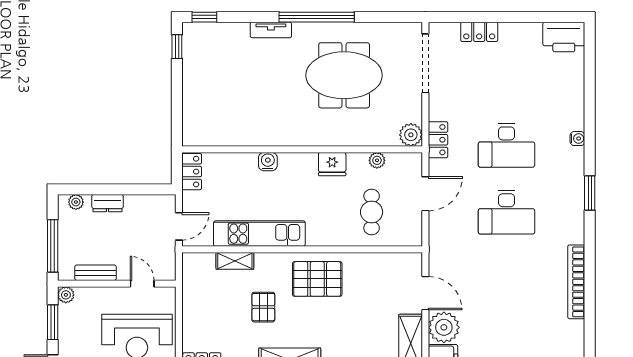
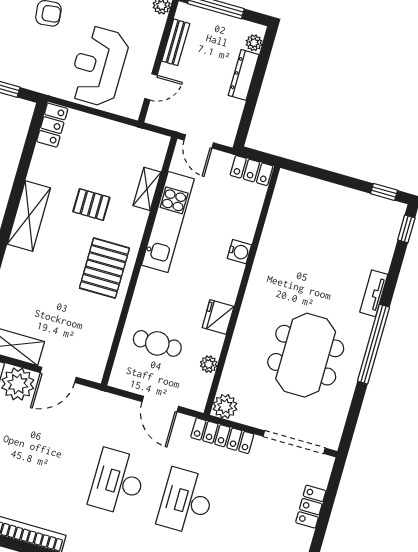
locker: (438, 140) -> (222, 436), width x1.53
dresser: (107, 203) -> (244, 75), width x1.44

